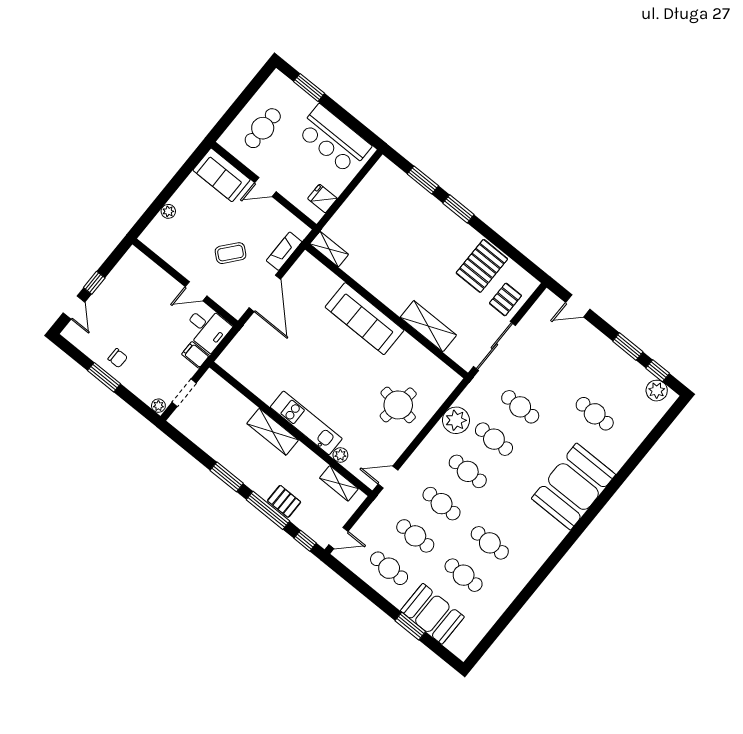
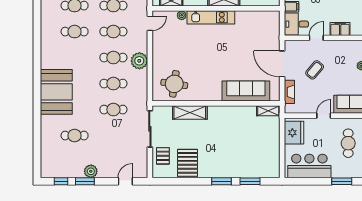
fridge: (322, 199) -> (294, 133), width x1.88, depth x1.34
filing cabinet: (157, 278) -> (340, 29), added
sofa: (365, 319) -> (246, 91), moved
plant: (657, 391) -> (91, 171), moved
round table: (398, 405) -> (174, 84), moved
plant: (456, 420) -> (139, 61), moved

